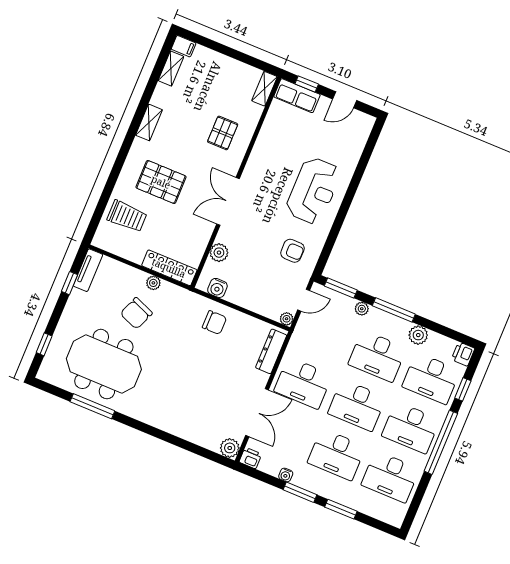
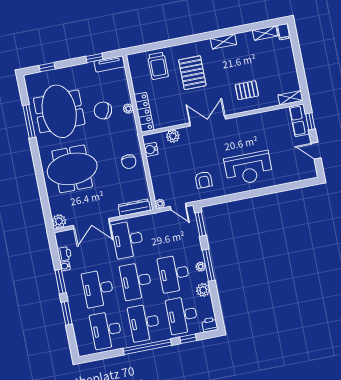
plant: (362, 309) -> (201, 267), moved
meeting table: (180, 393) -> (72, 169), added
printer: (250, 458) -> (64, 254), moved

